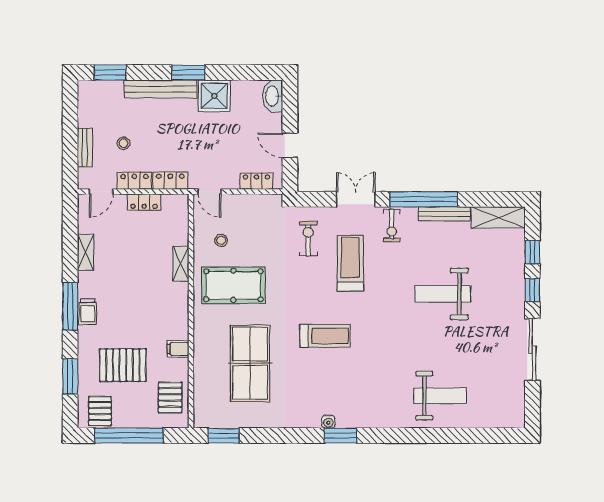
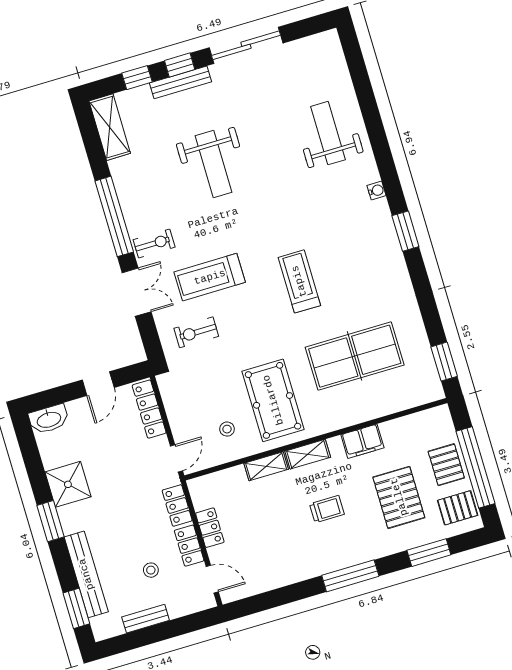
bench: (161, 89) -> (86, 574), moved
bench: (85, 148) -> (146, 619), moved
locker: (256, 181) -> (149, 409), width x1.53
double door: (356, 199) -> (137, 292), swing flipped
bench: (444, 214) -> (180, 82), moved, turned 90
shelving: (86, 252) -> (308, 454), moved
trolley: (88, 312) -> (327, 509), moved
filing cabinet: (178, 349) -> (362, 441), width x2.00
pallet: (170, 397) -> (446, 465), moved, turned 90
water cooler: (328, 422) -> (377, 191), moved

